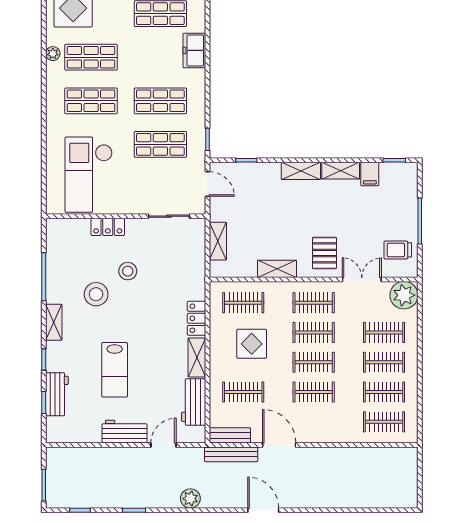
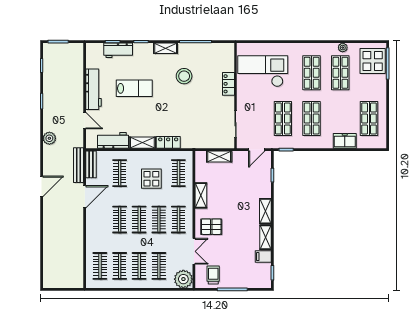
stool: (128, 271) -> (199, 97), removed
lab bench: (115, 370) -> (134, 88), turned 180
workbench: (125, 432) -> (93, 89), width x1.38

